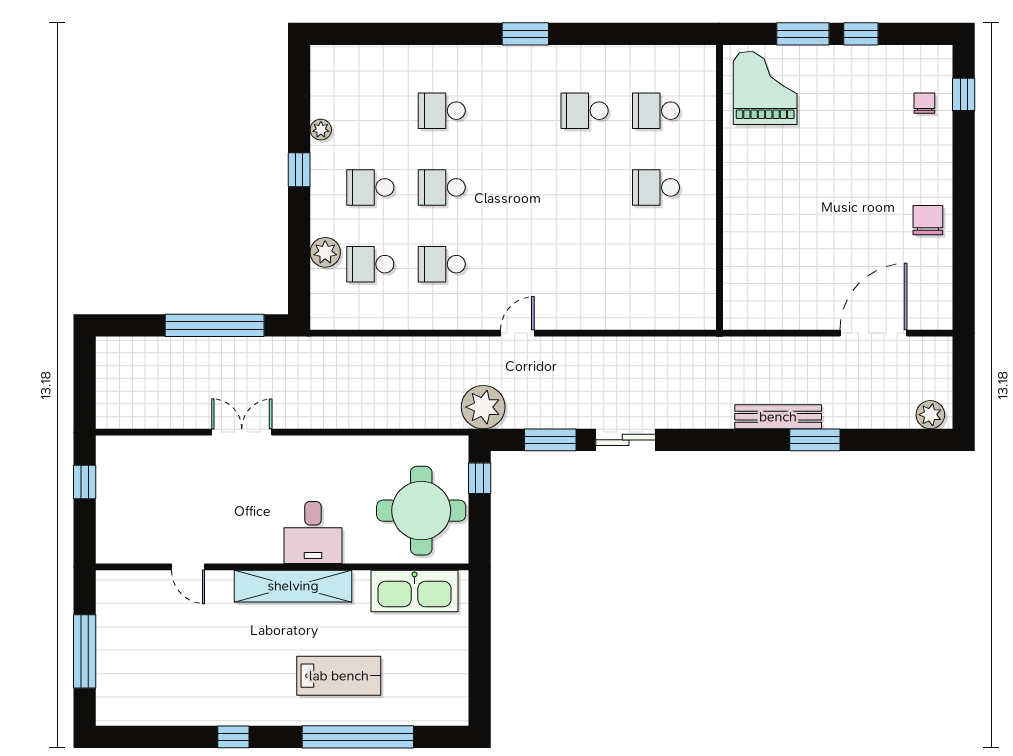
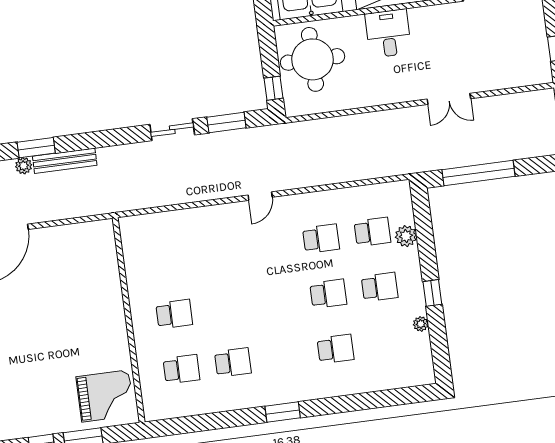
grand piano: (765, 88) -> (105, 396), turned -90
plant: (483, 407) -> (24, 166), moved, width x0.53, depth x0.53

